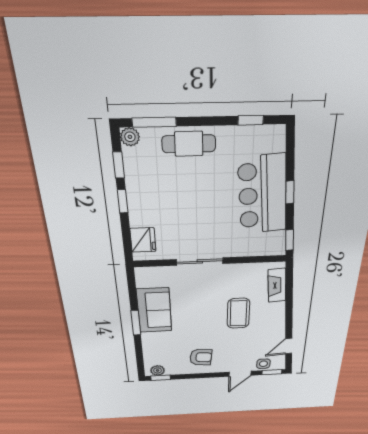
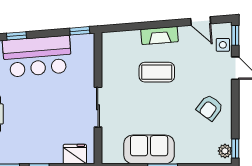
window: (290, 192) -> (16, 36), moved
fireplace: (277, 285) -> (160, 36), moved
armchair: (201, 357) -> (210, 108), turned -149

